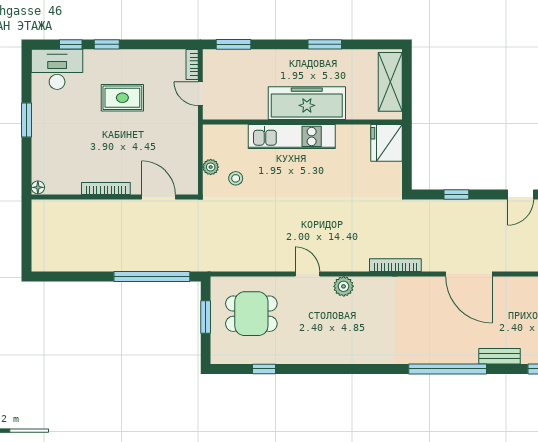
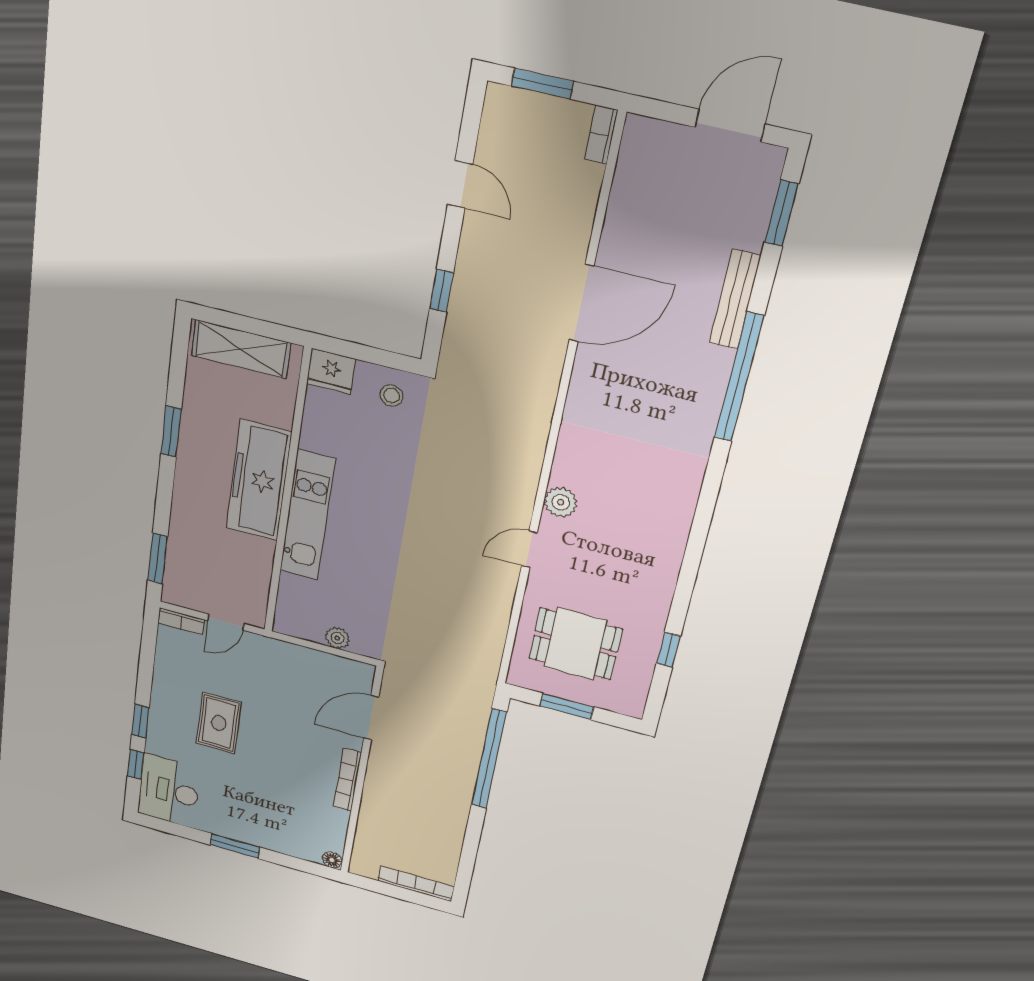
fridge: (386, 143) -> (331, 371), width x0.73, depth x0.75
stool: (236, 178) -> (392, 396), moved
bookcase: (395, 265) -> (416, 884), moved, turned 90
dining table: (251, 314) -> (576, 644), turned 90
bench: (499, 356) -> (735, 299), width x1.36

